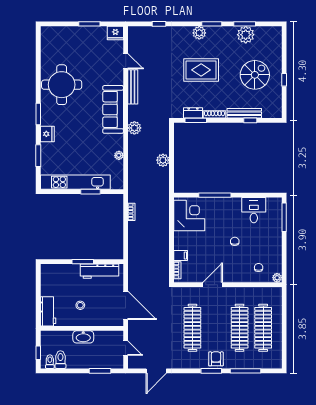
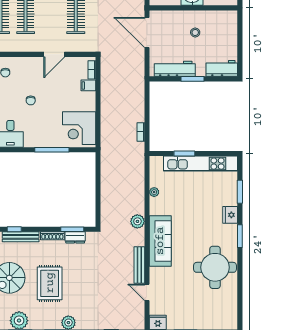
rug: (201, 70) -> (50, 283), moved, turned 90
plant: (163, 160) -> (107, 187), removed
workbench: (48, 311) -> (222, 68), moved, turned 90

